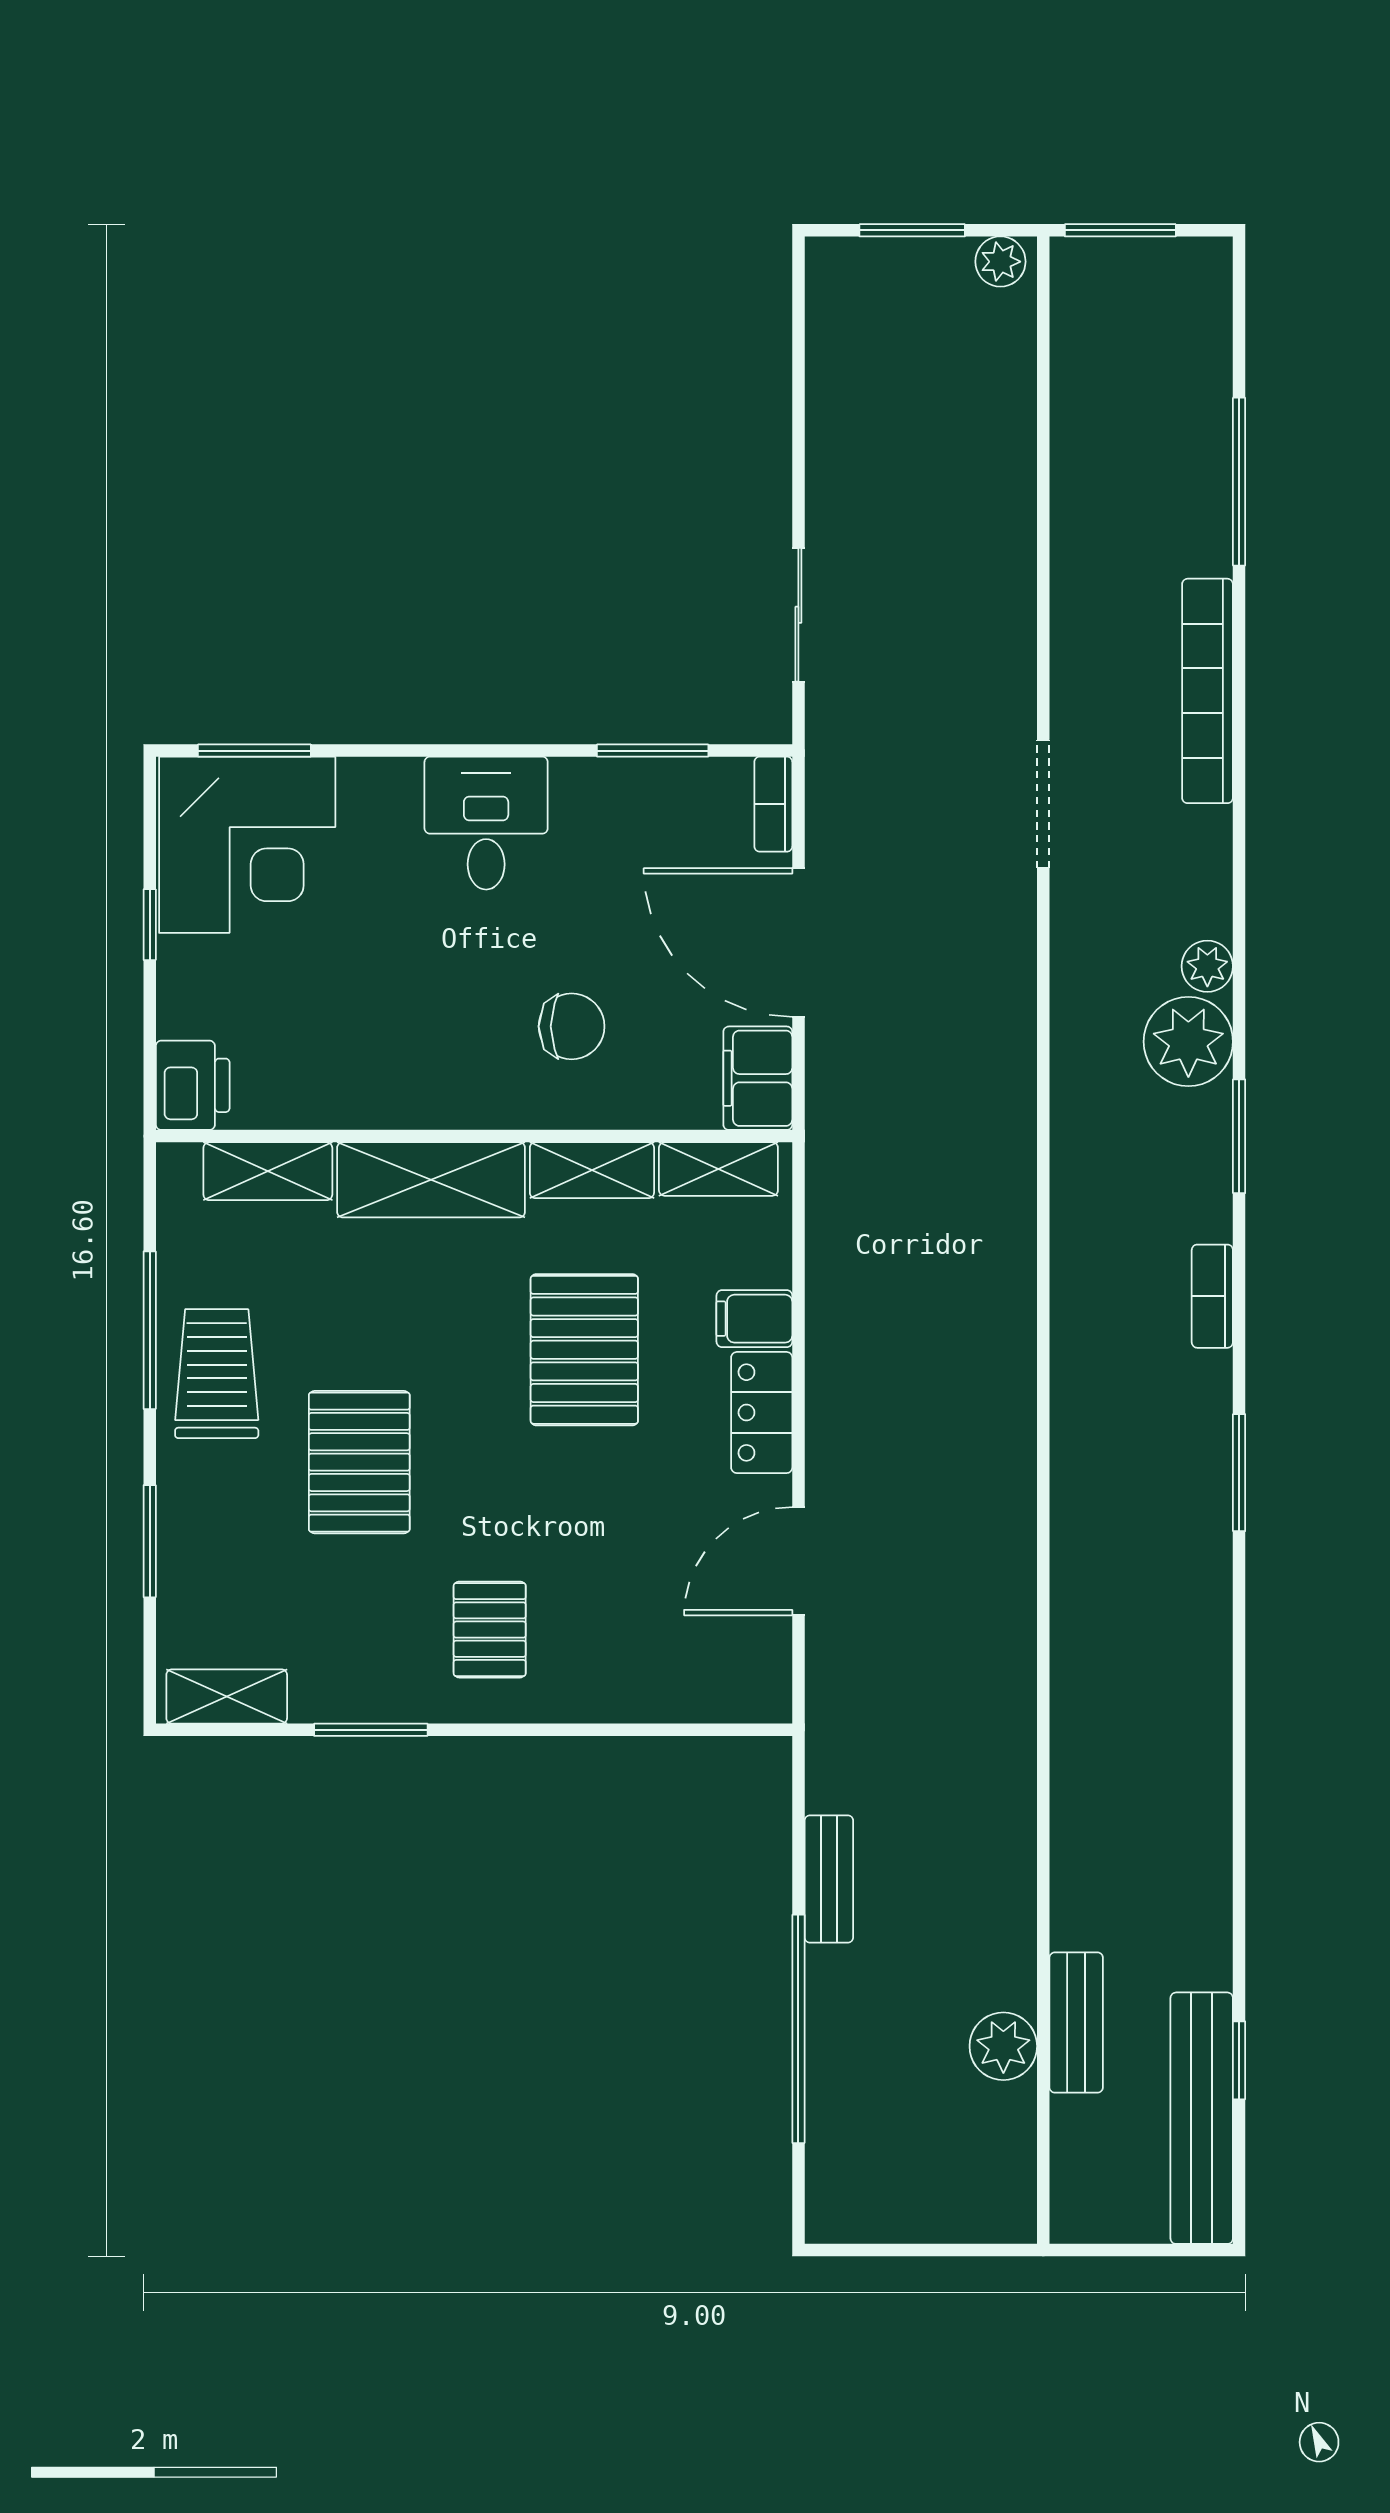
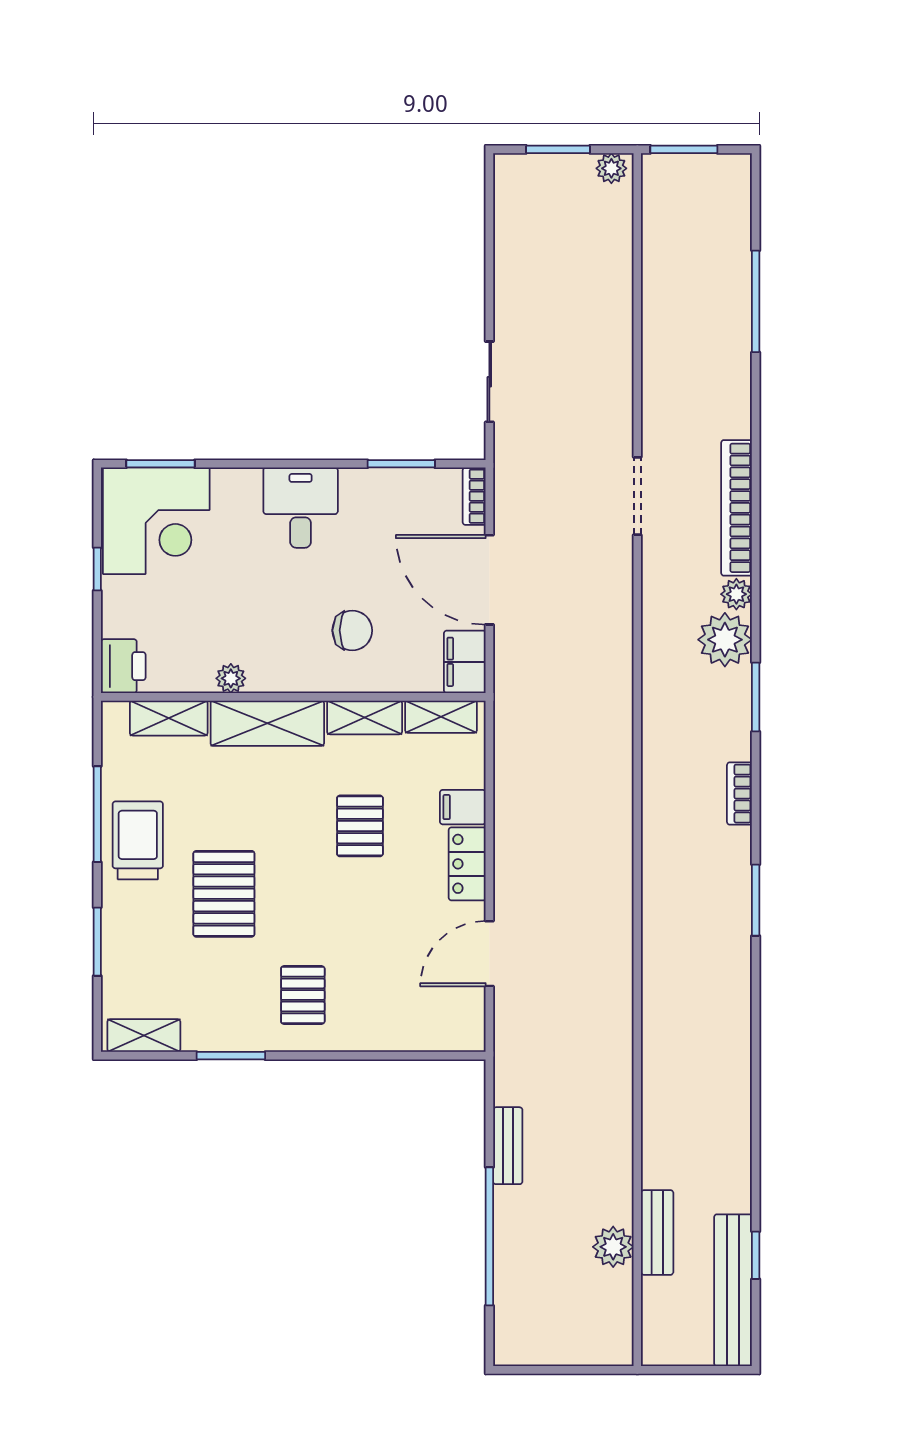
bookcase: (1208, 691) -> (737, 508), moved
plant: (371, 1106) -> (231, 678), added
pallet: (584, 1350) -> (360, 826), width x0.67, depth x0.71

